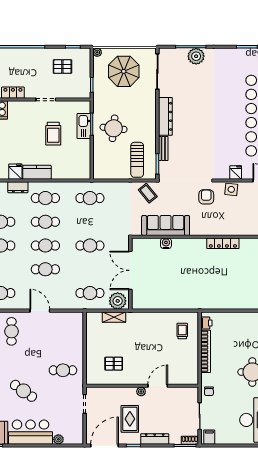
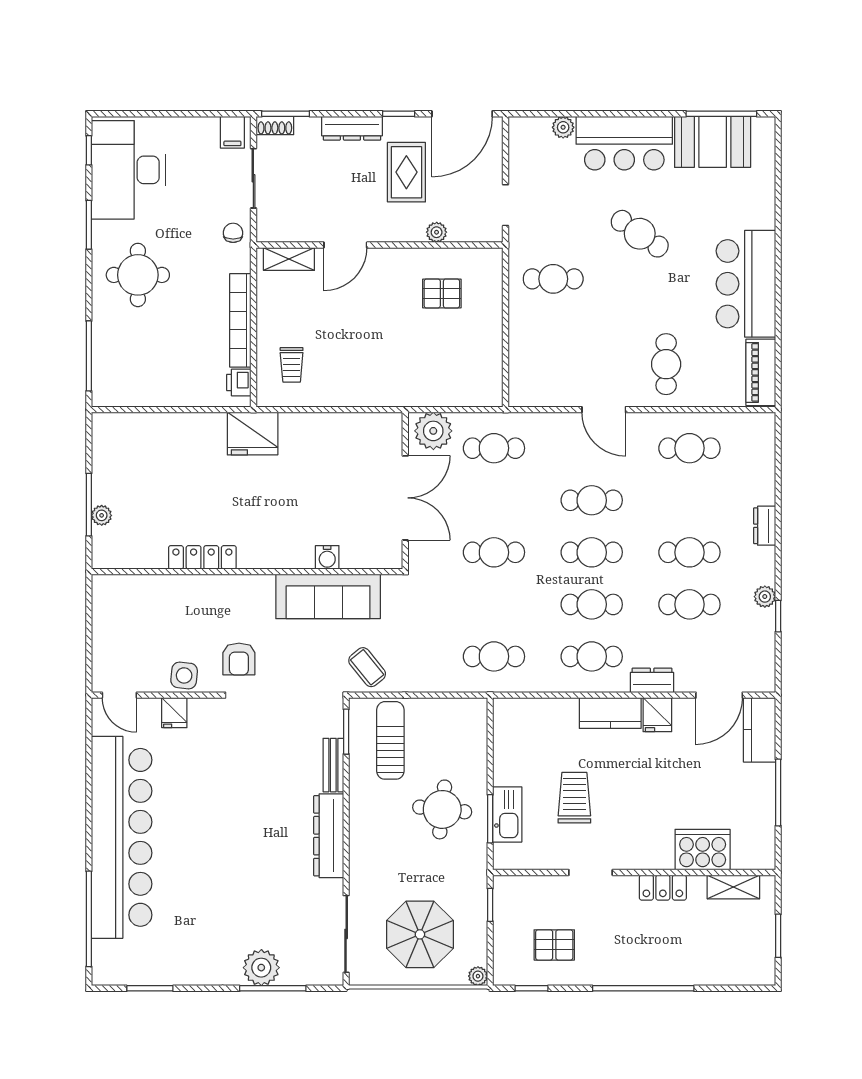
fridge: (200, 300) -> (253, 434), added
shelving: (114, 317) -> (289, 259), moved
plant: (141, 392) -> (437, 232), moved

